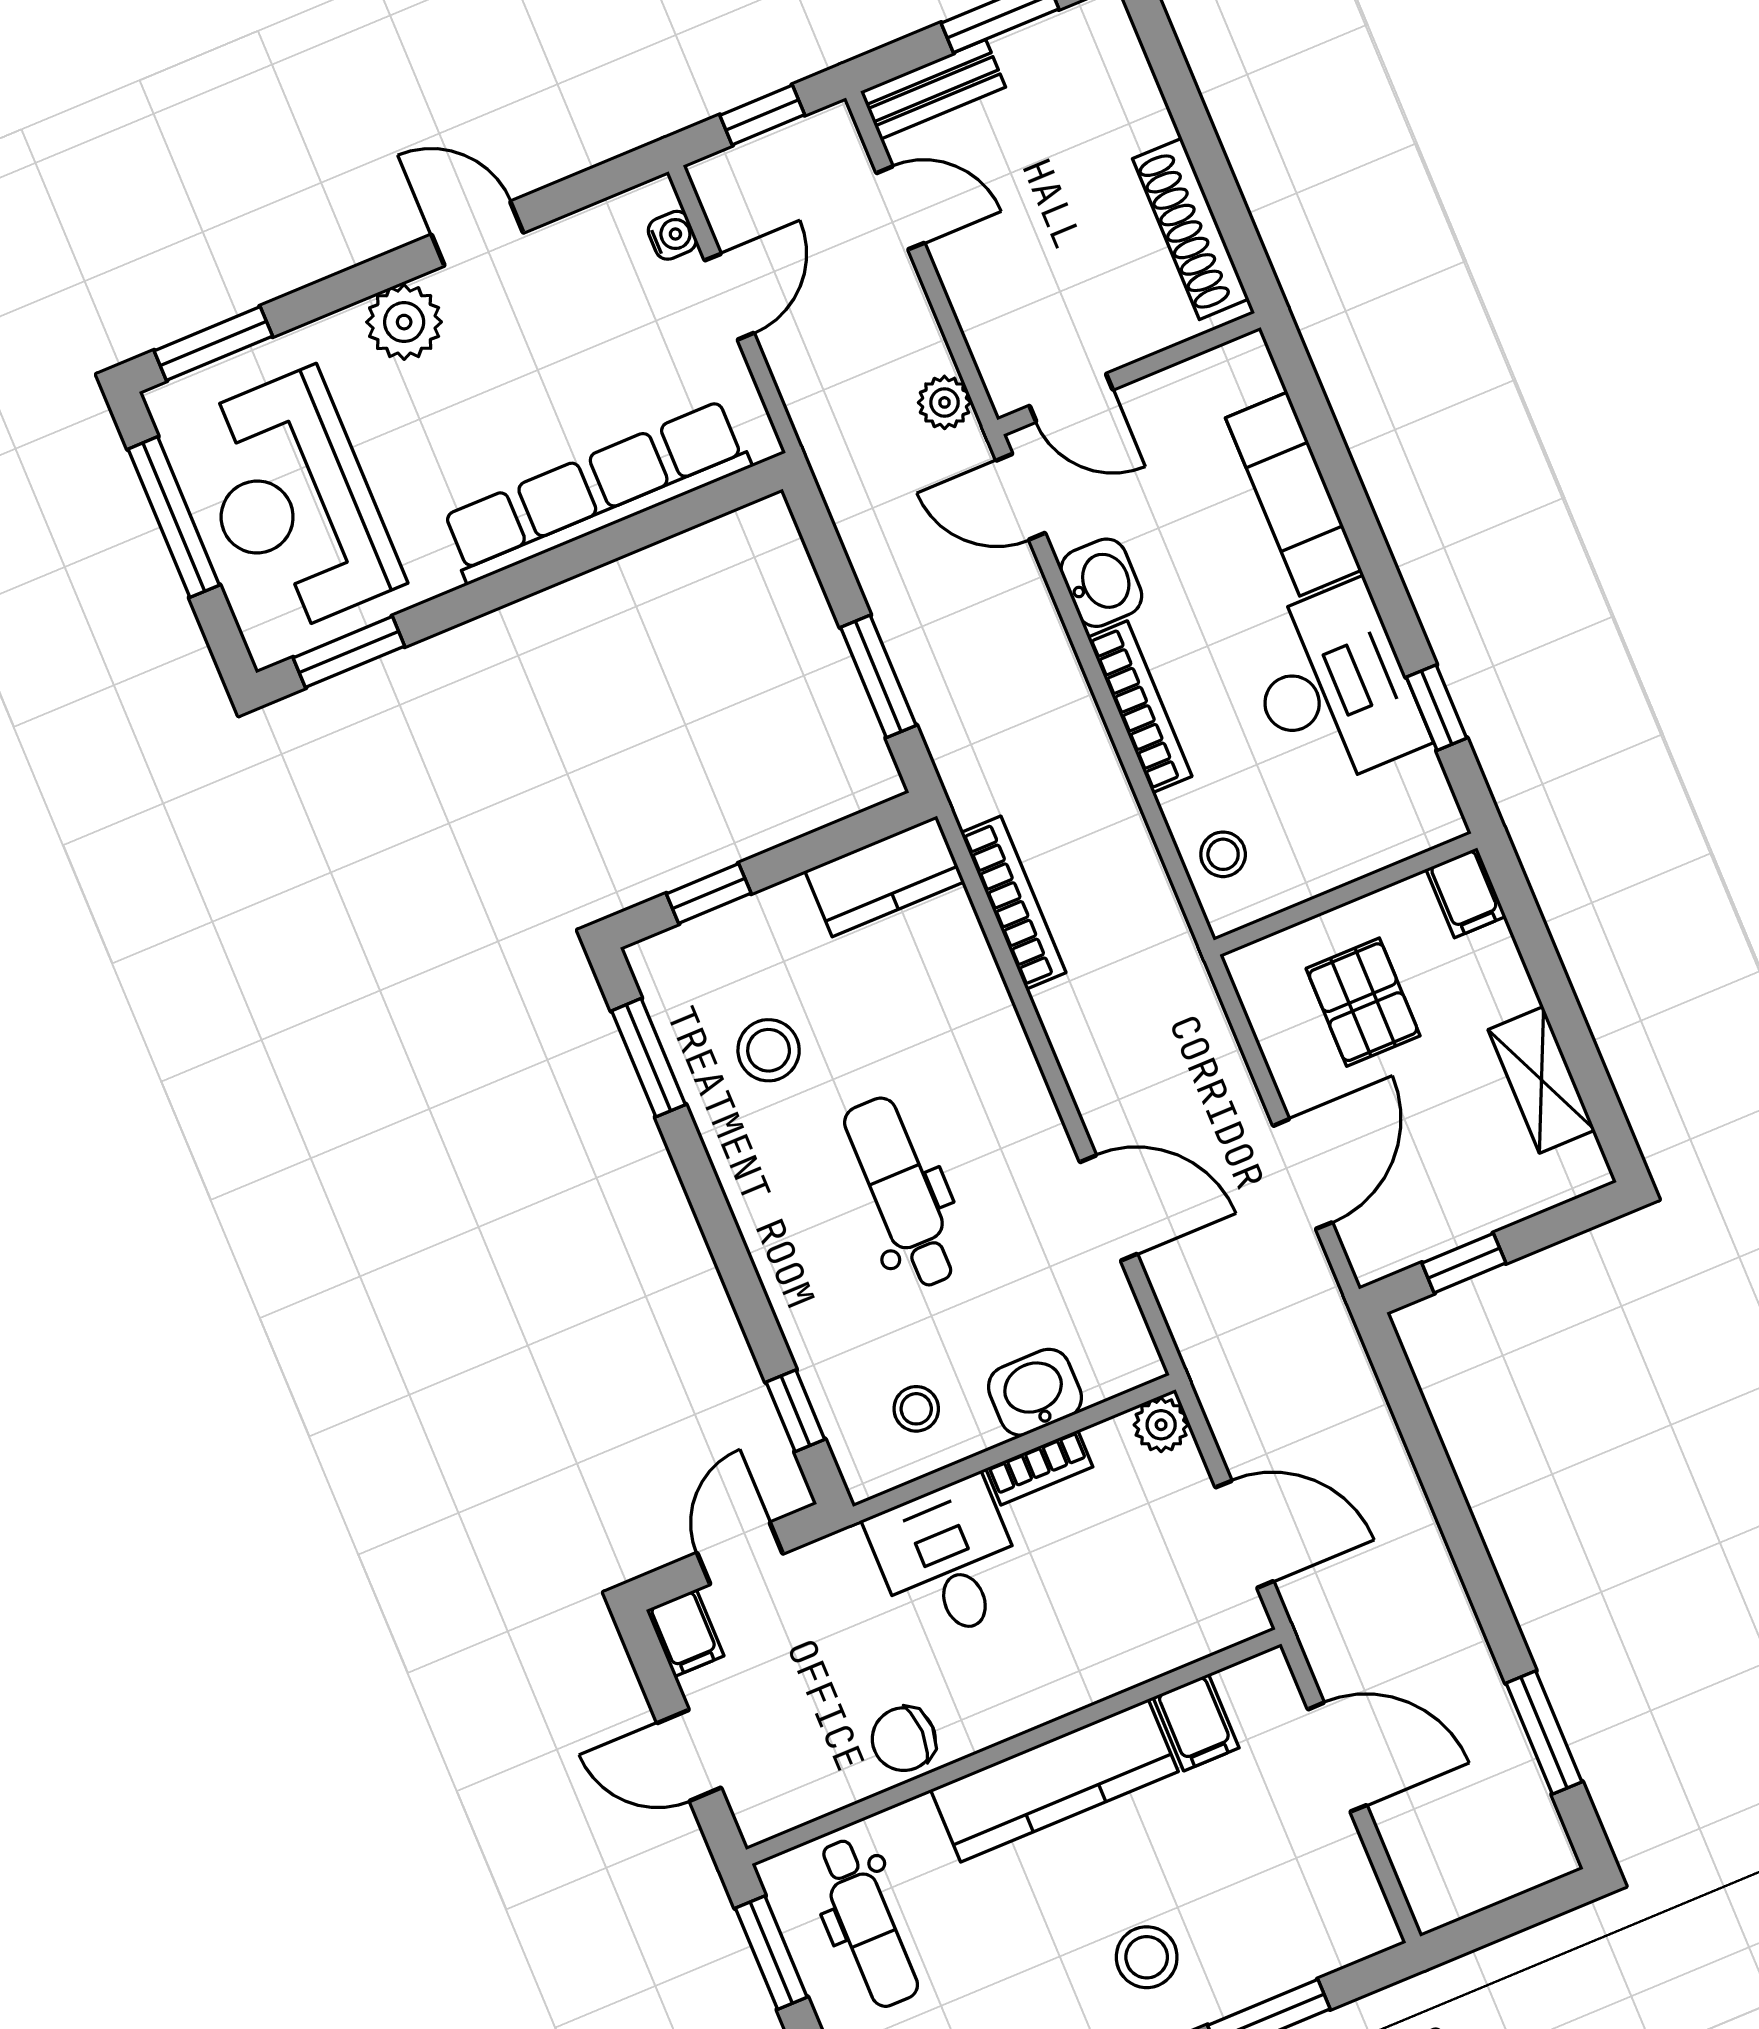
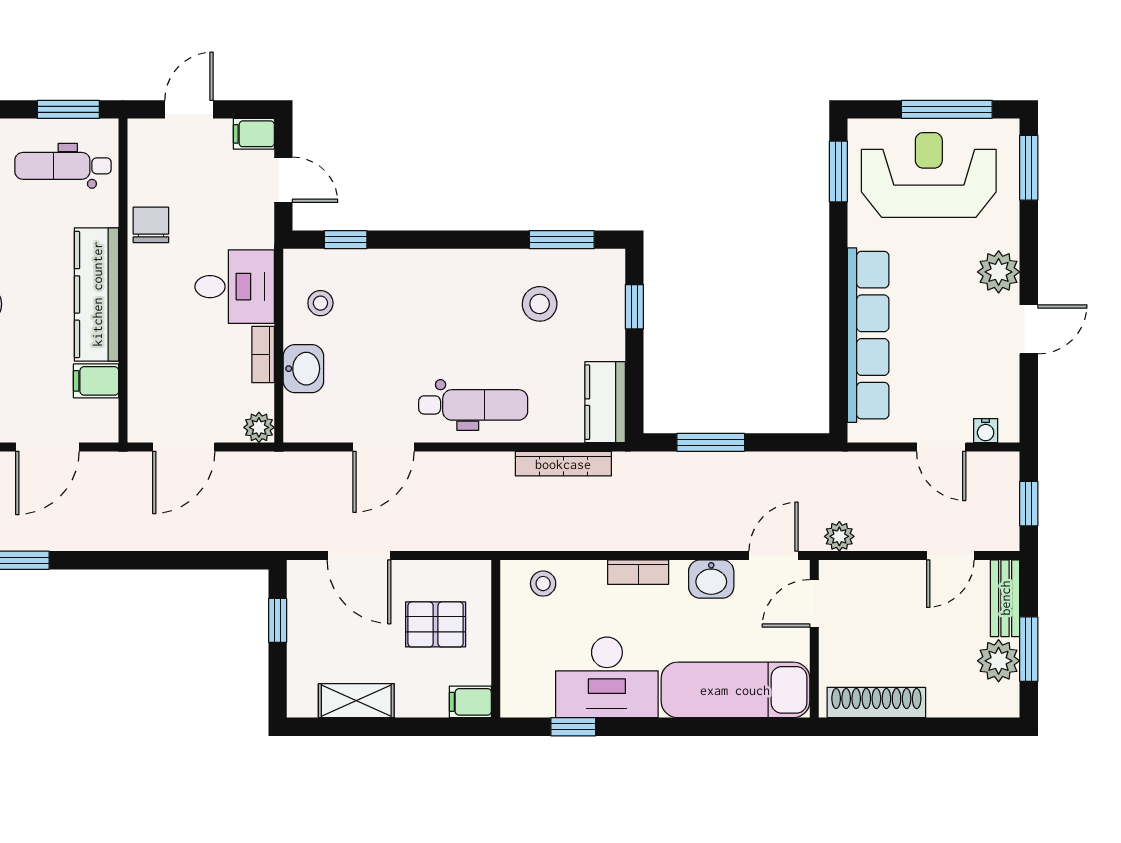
plant: (1040, 58) -> (999, 661), added
exam couch: (1294, 494) -> (735, 690), width x1.36, depth x1.45
bookcase: (1140, 707) -> (638, 572), width x0.64
dental chair: (902, 1193) -> (473, 405), moved

